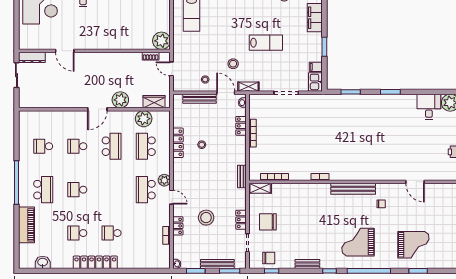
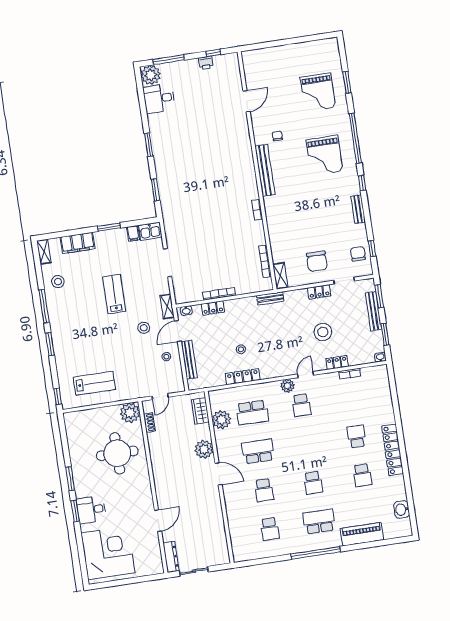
round table: (128, 25) -> (117, 453), added
school desk: (146, 190) -> (301, 405), width x0.54
school desk: (112, 233) -> (357, 436), turned 180
grand piano: (413, 245) -> (318, 92), turned 180

